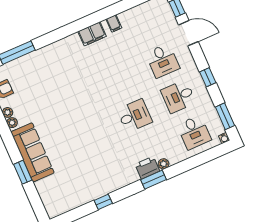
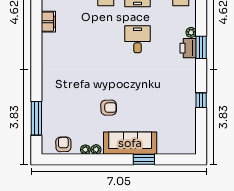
filing cabinet: (114, 23) -> (48, 22), width x2.00
filing cabinet: (92, 34) -> (49, 45), removed
armchair: (57, 117) -> (109, 108), added

